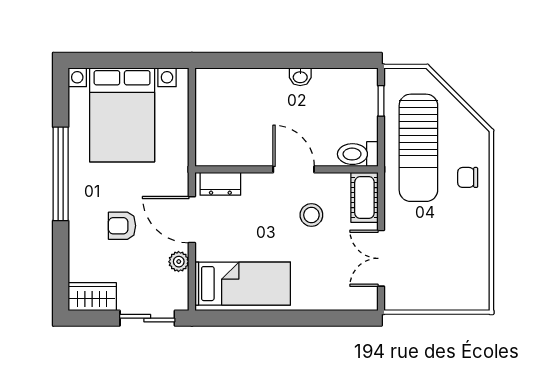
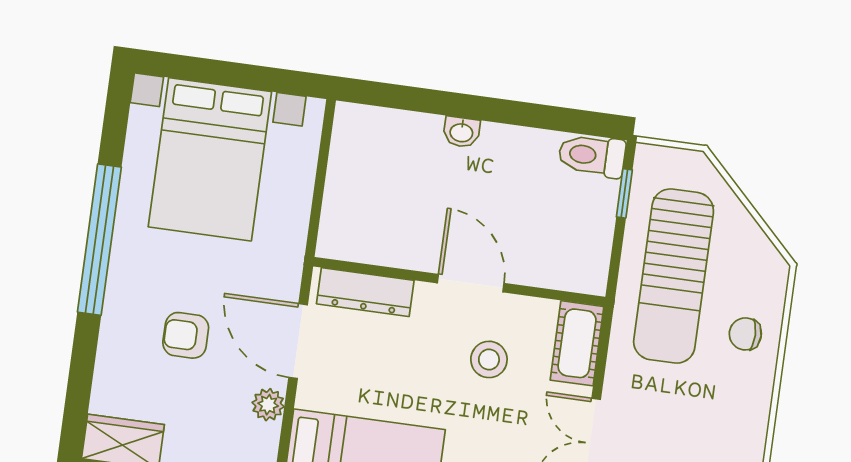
washbasin: (300, 77) -> (461, 132), moved
toilet: (358, 154) -> (592, 155), moved
dresser: (220, 184) -> (365, 292), width x1.44

